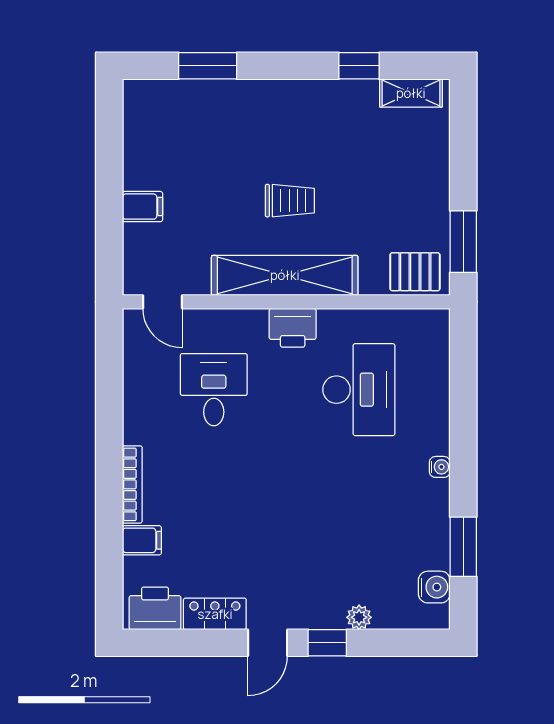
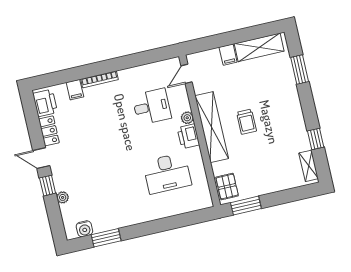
shelving: (142, 139) -> (259, 47), added
plant: (254, 321) -> (187, 118), added
water cooler: (440, 467) -> (140, 219), removed

